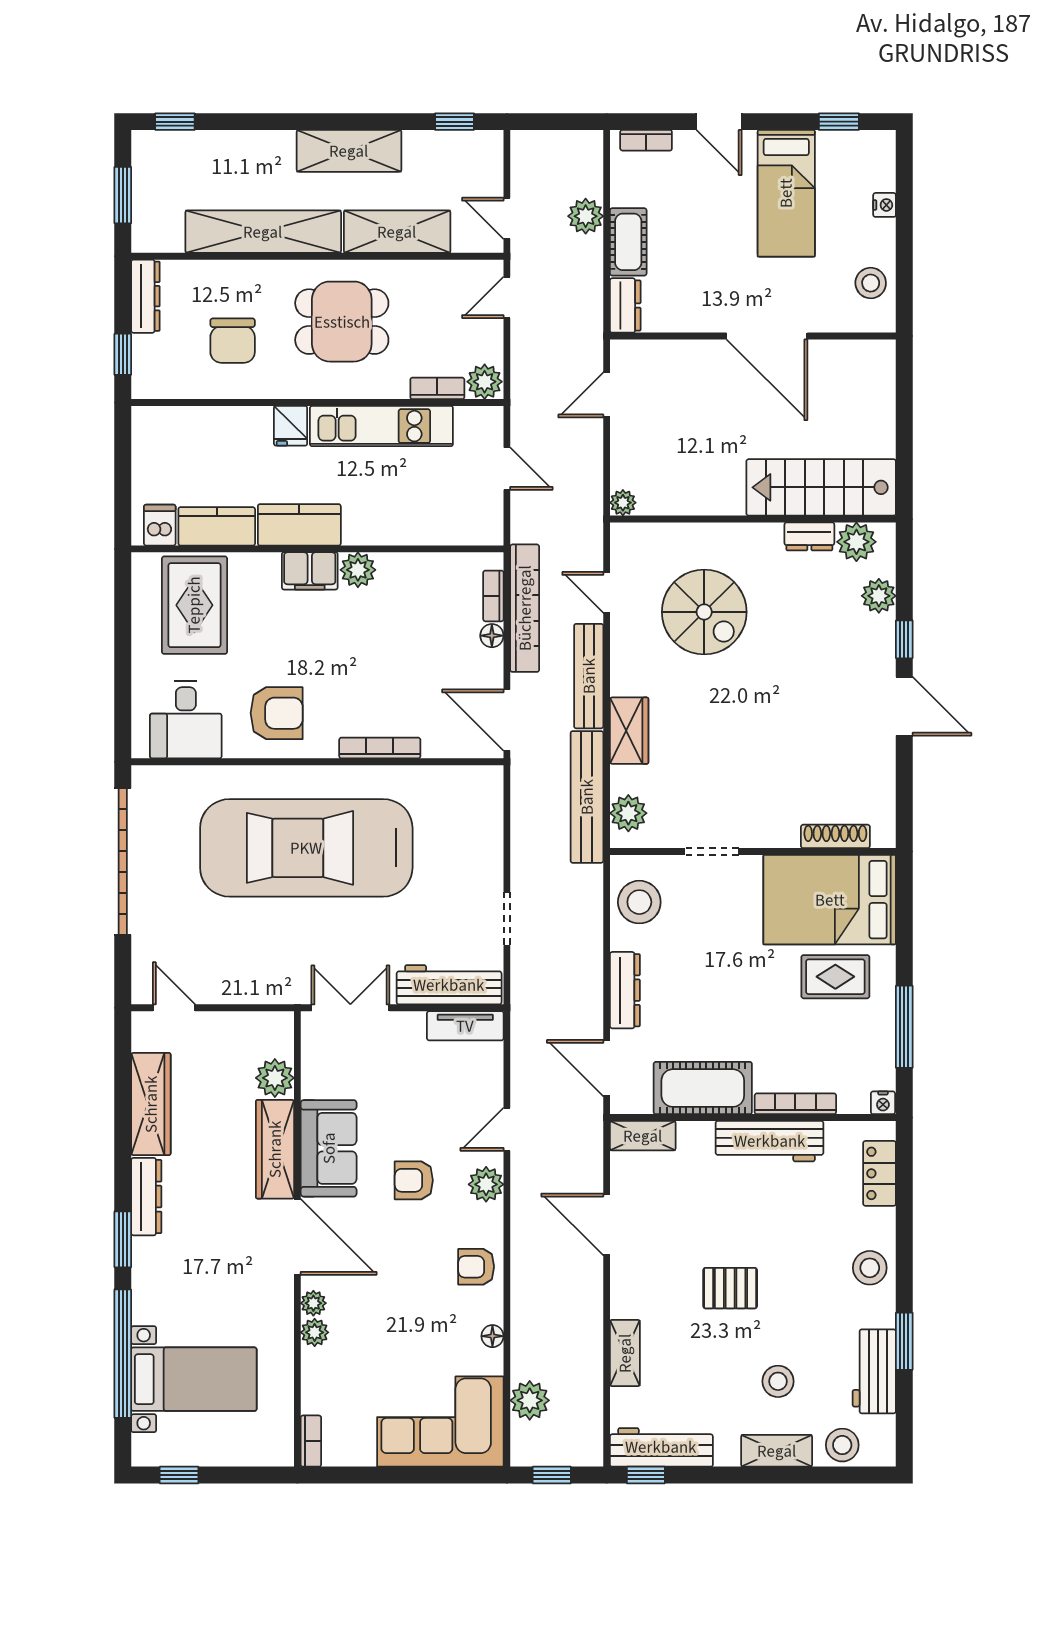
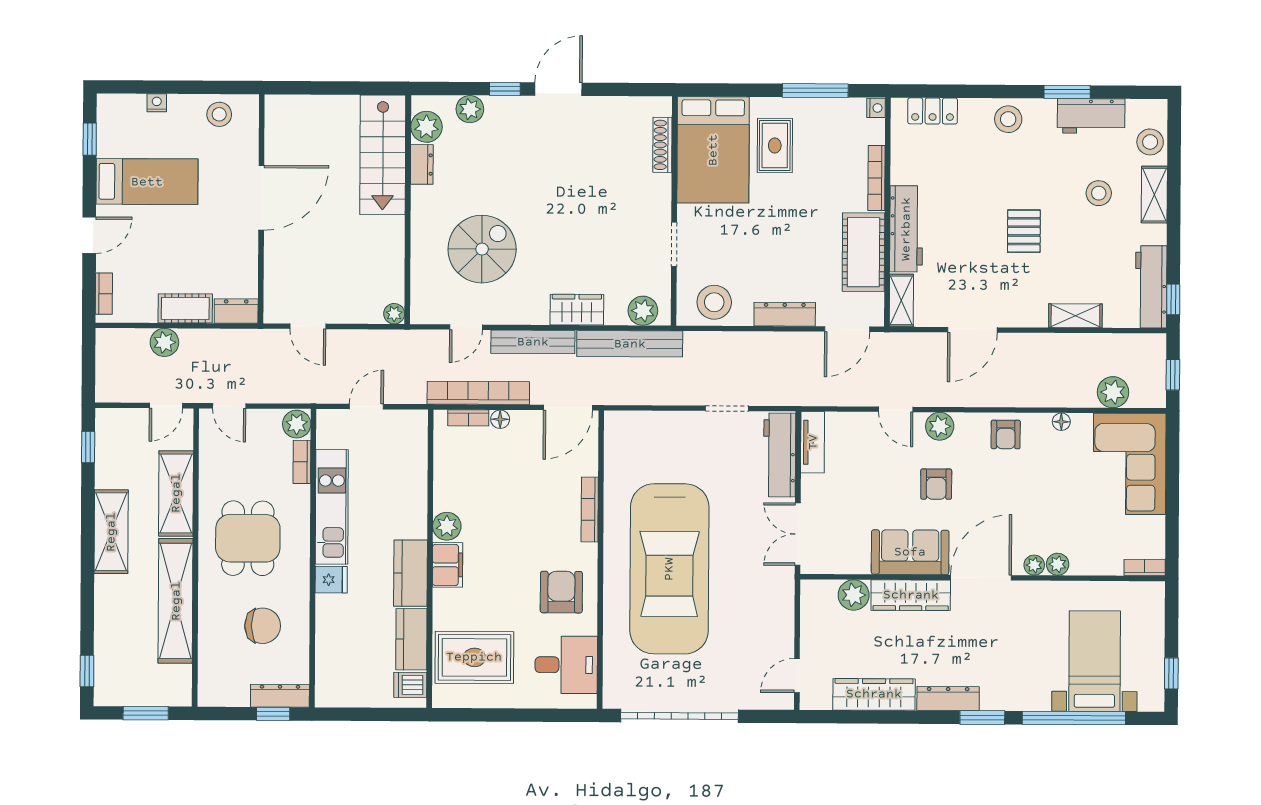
dresser: (145, 296) -> (280, 696), moved
workbench: (770, 1141) -> (906, 229), moved

